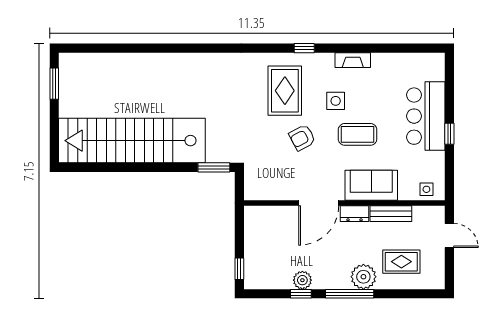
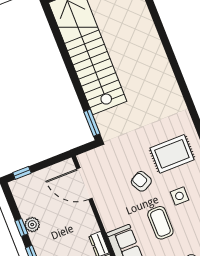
door: (319, 203) -> (84, 184), moved

